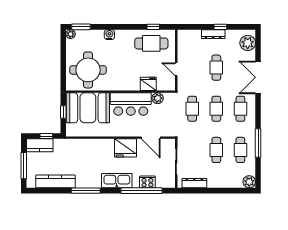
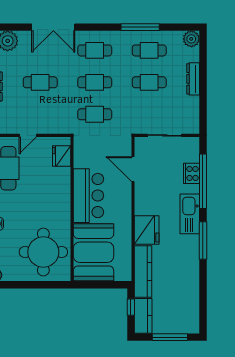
door: (176, 69) -> (28, 135), moved
fridge: (148, 84) -> (62, 156), moved
plant: (158, 98) -> (81, 160), removed
window: (63, 112) -> (99, 285), removed
door: (151, 138) -> (133, 169), swing flipped
fridge: (125, 148) -> (147, 230), moved
kitchen counter: (55, 181) -> (143, 271), moved, turned 180
dresser: (194, 183) -> (193, 79), moved
window: (86, 191) -> (203, 240), moved

